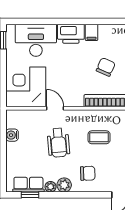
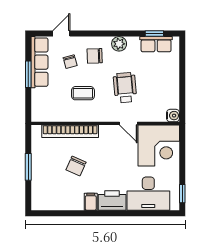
water cooler: (12, 135) -> (173, 116), moved
chair: (111, 168) -> (70, 62), added
plant: (51, 187) -> (133, 42), removed

